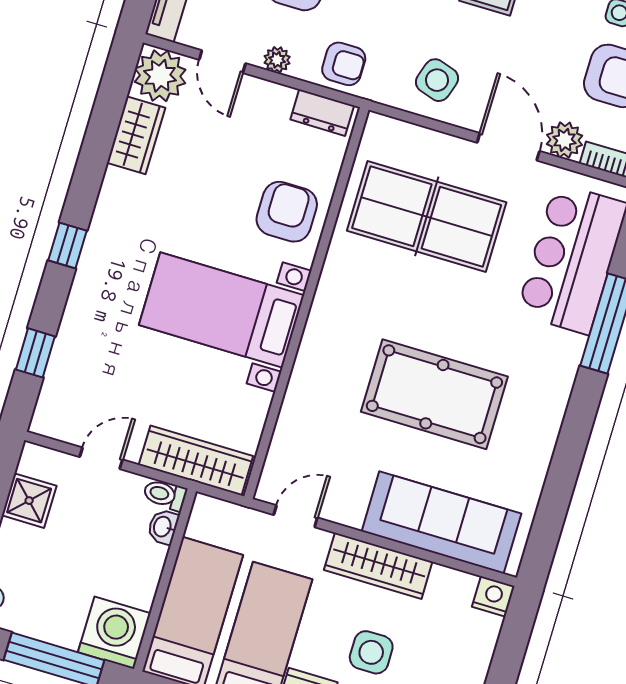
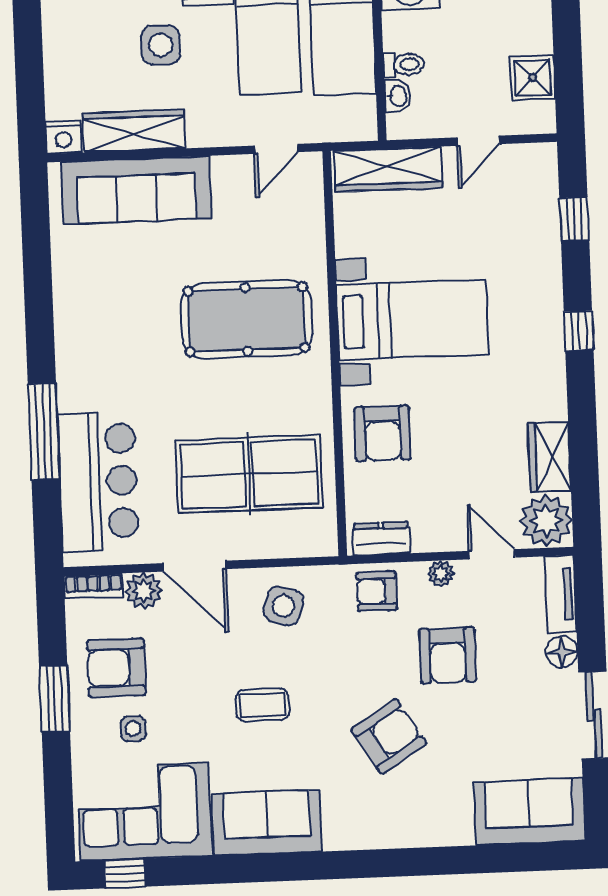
pool table: (434, 394) -> (246, 319), moved
toilet: (165, 495) -> (404, 65), moved
wardrobe: (378, 566) -> (134, 131), moved

